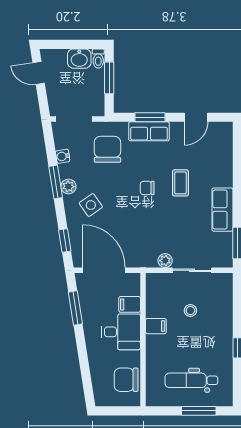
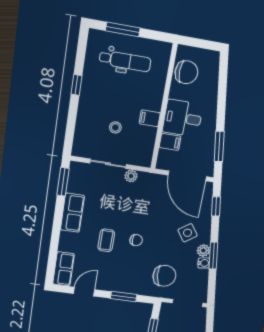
row of seats: (149, 131) -> (63, 269), moved, turned 90
chair: (107, 149) -> (164, 276), turned -97
water cooler: (63, 156) -> (204, 263), moved

